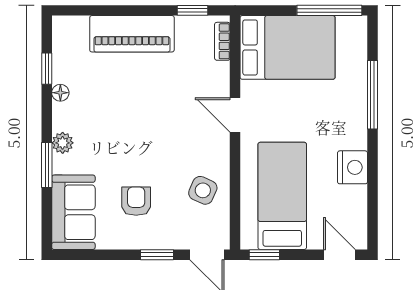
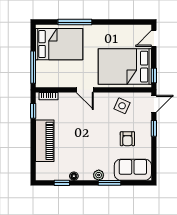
window: (329, 10) -> (33, 67), moved
bed: (288, 47) -> (59, 44), moved, turned 90
door: (235, 115) -> (85, 90), hinge flipped
nightstand: (352, 167) -> (111, 32), removed
bed: (282, 196) -> (125, 67), width x1.50
armchair: (136, 201) -> (127, 139), turned -90

